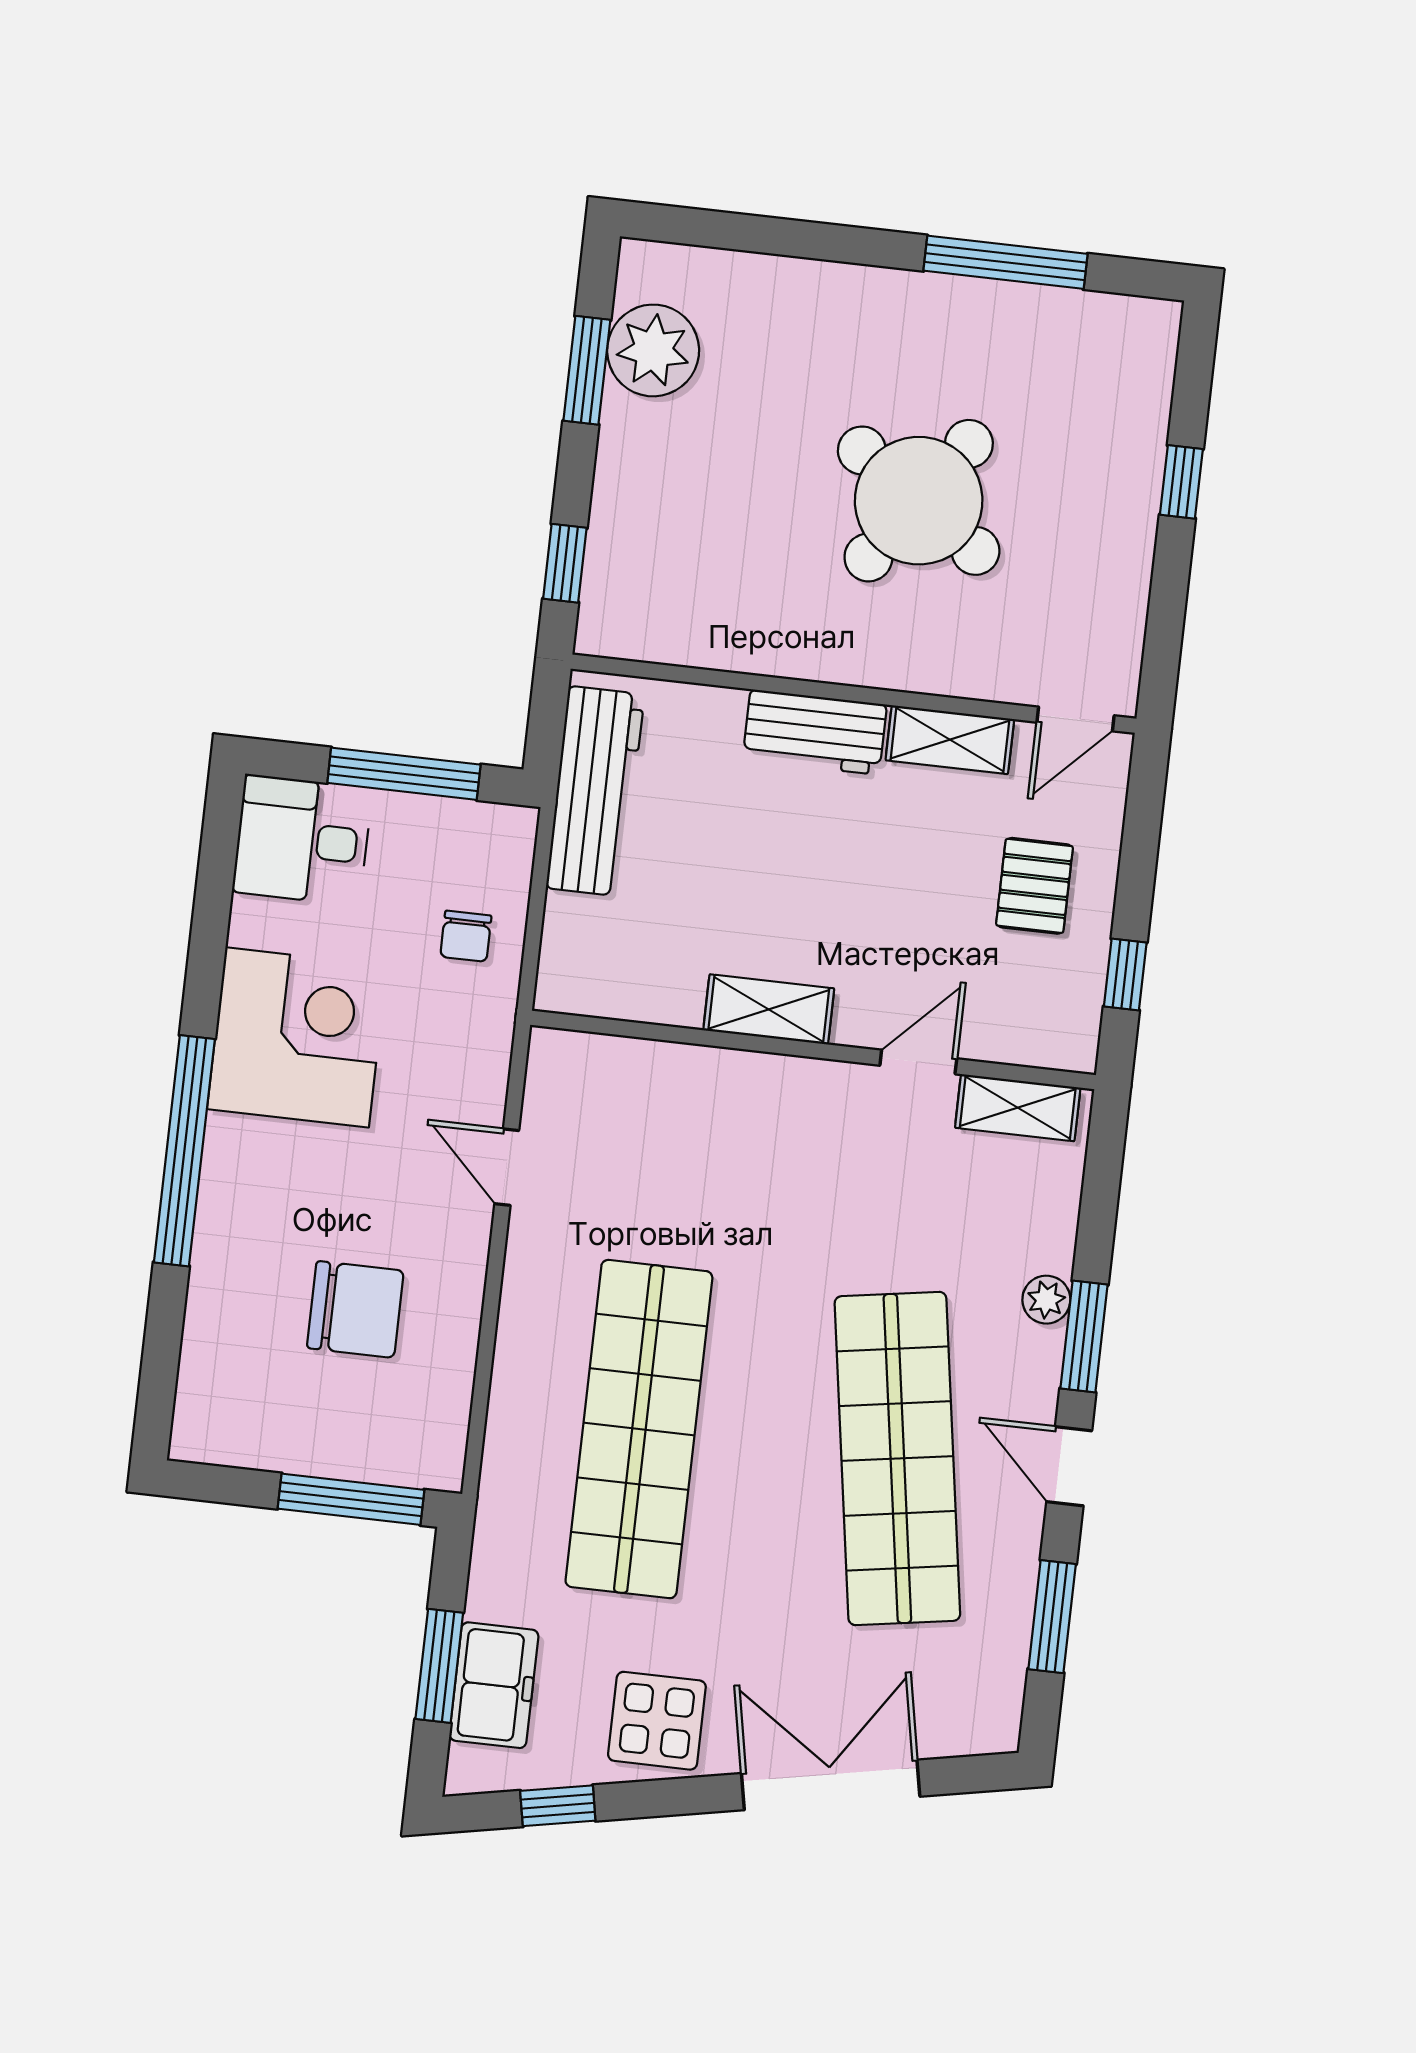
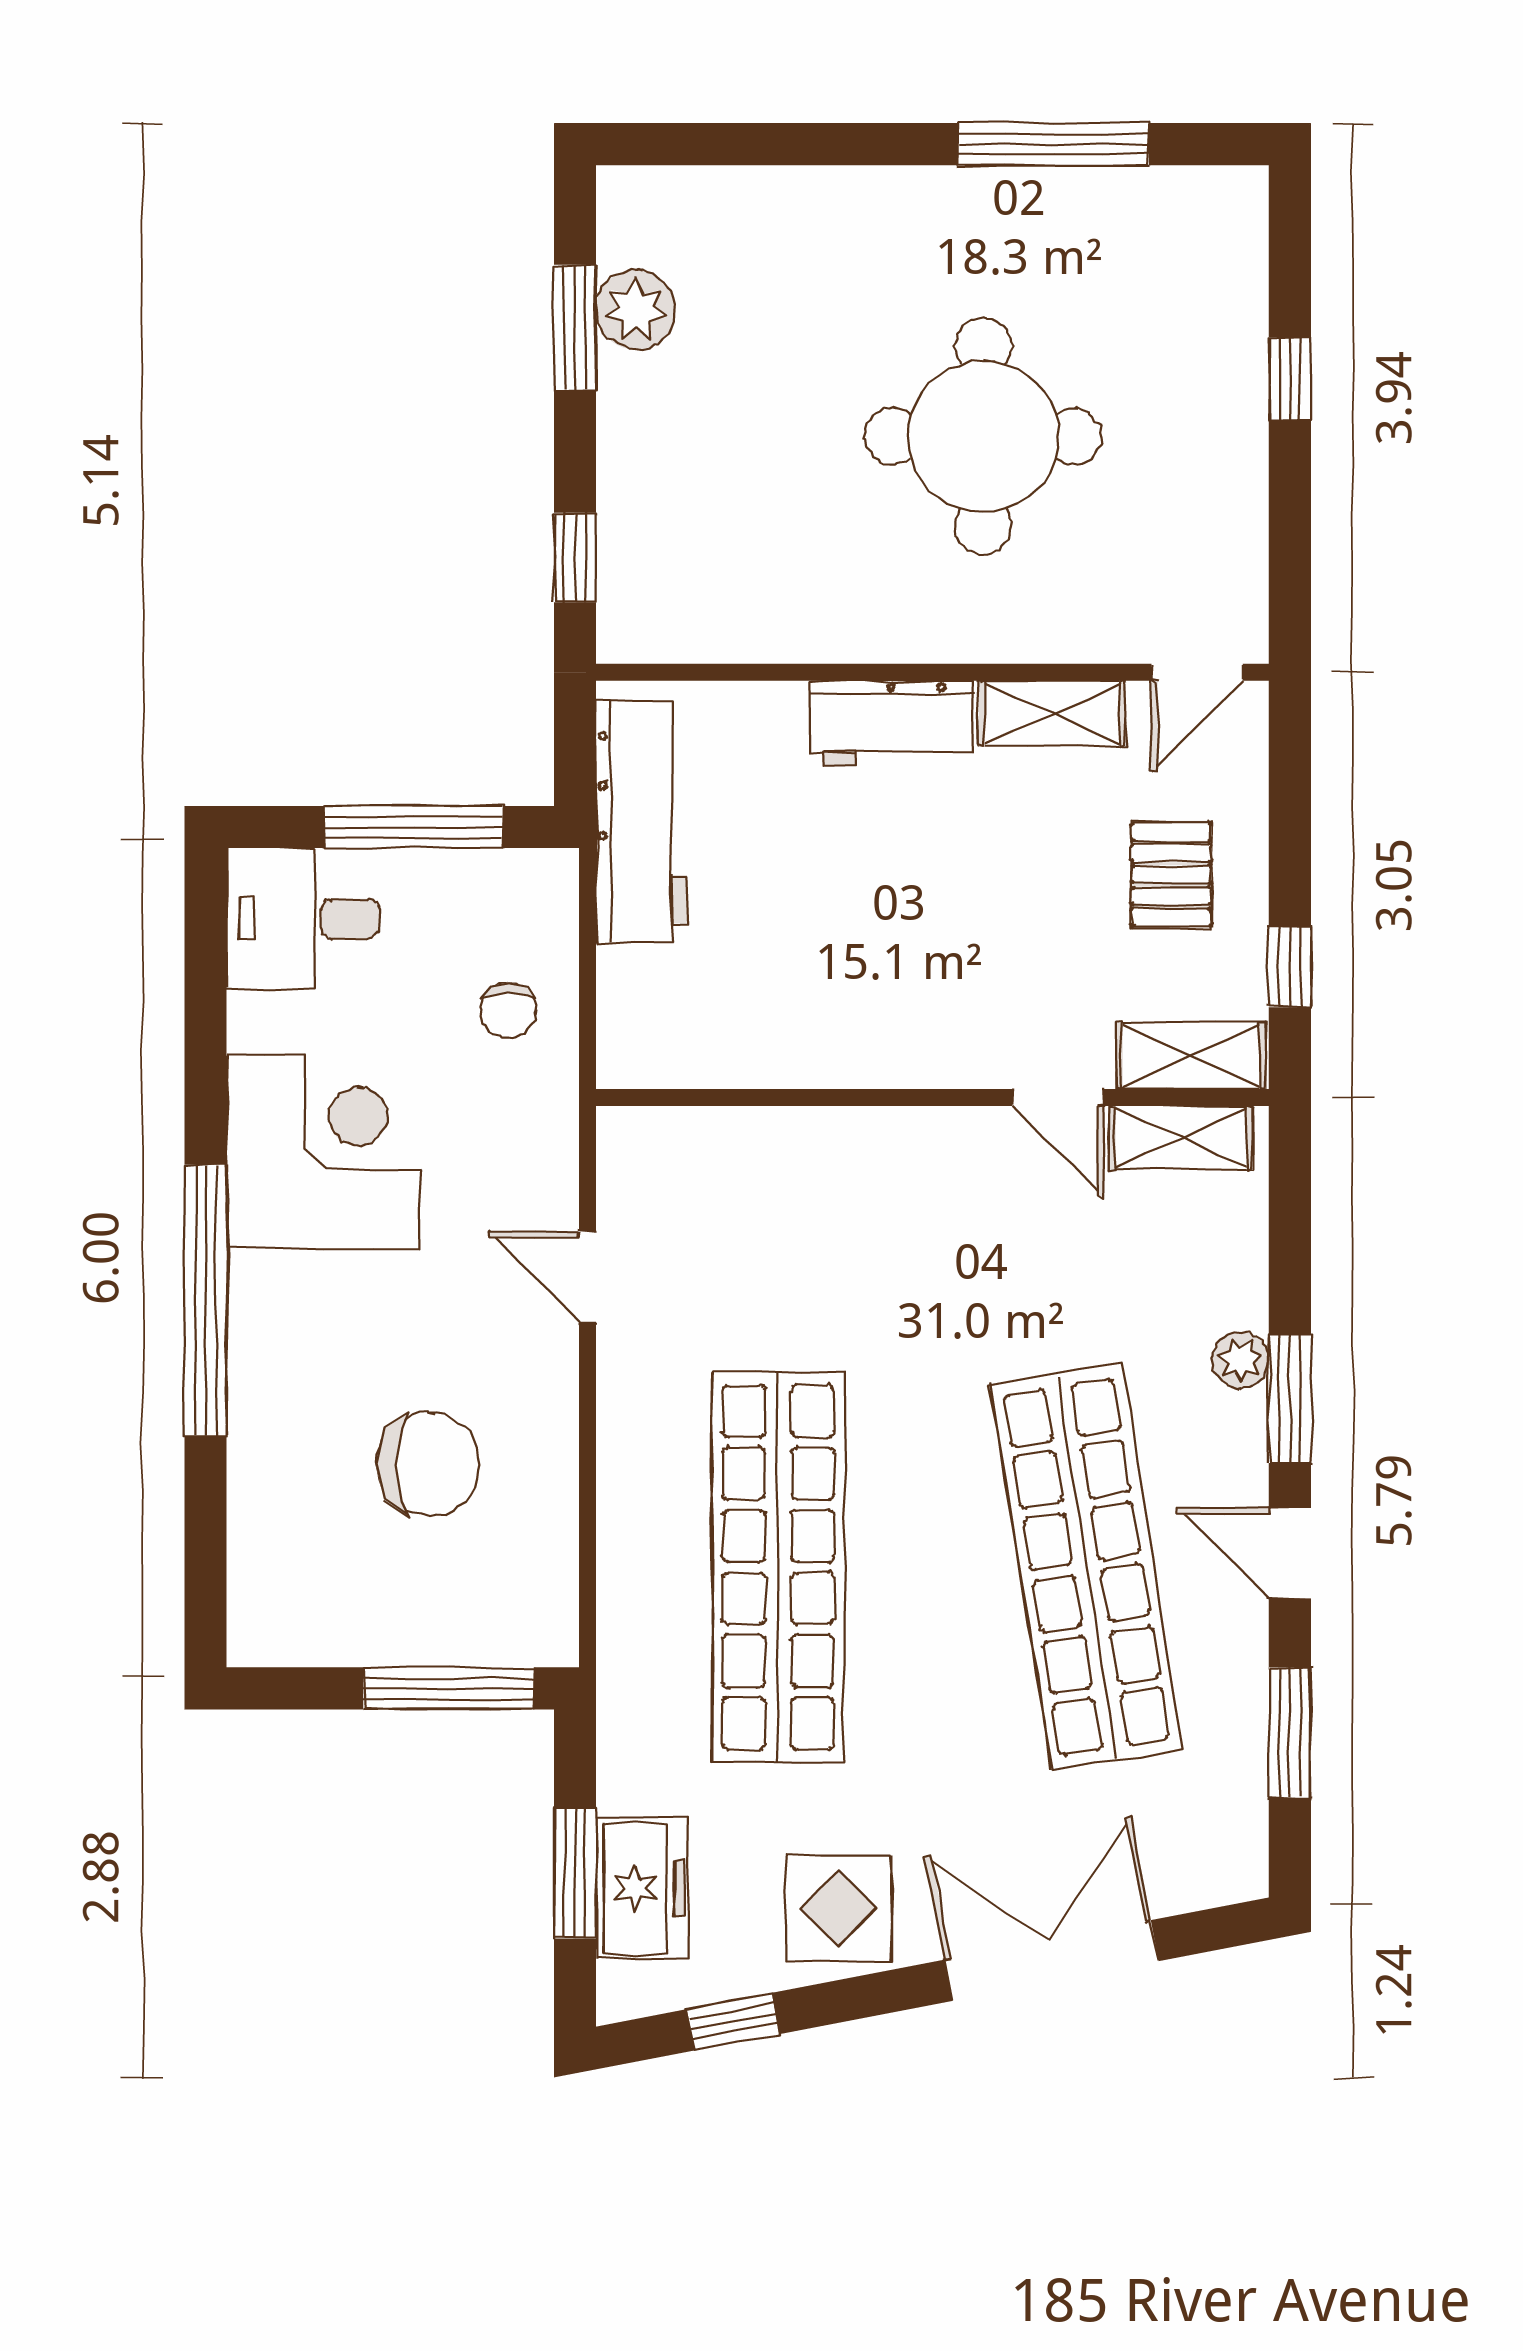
plant: (653, 350) -> (636, 310), width x0.73, depth x0.73
round table: (919, 501) -> (983, 436), turned -35
shelving: (769, 1009) -> (1191, 1056), moved
door: (918, 1062) -> (1058, 1097), swing flipped

